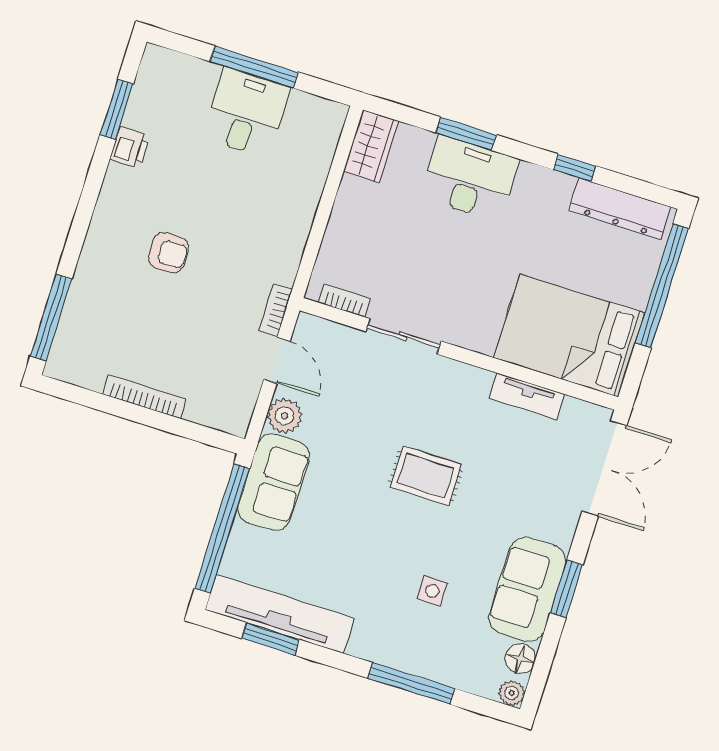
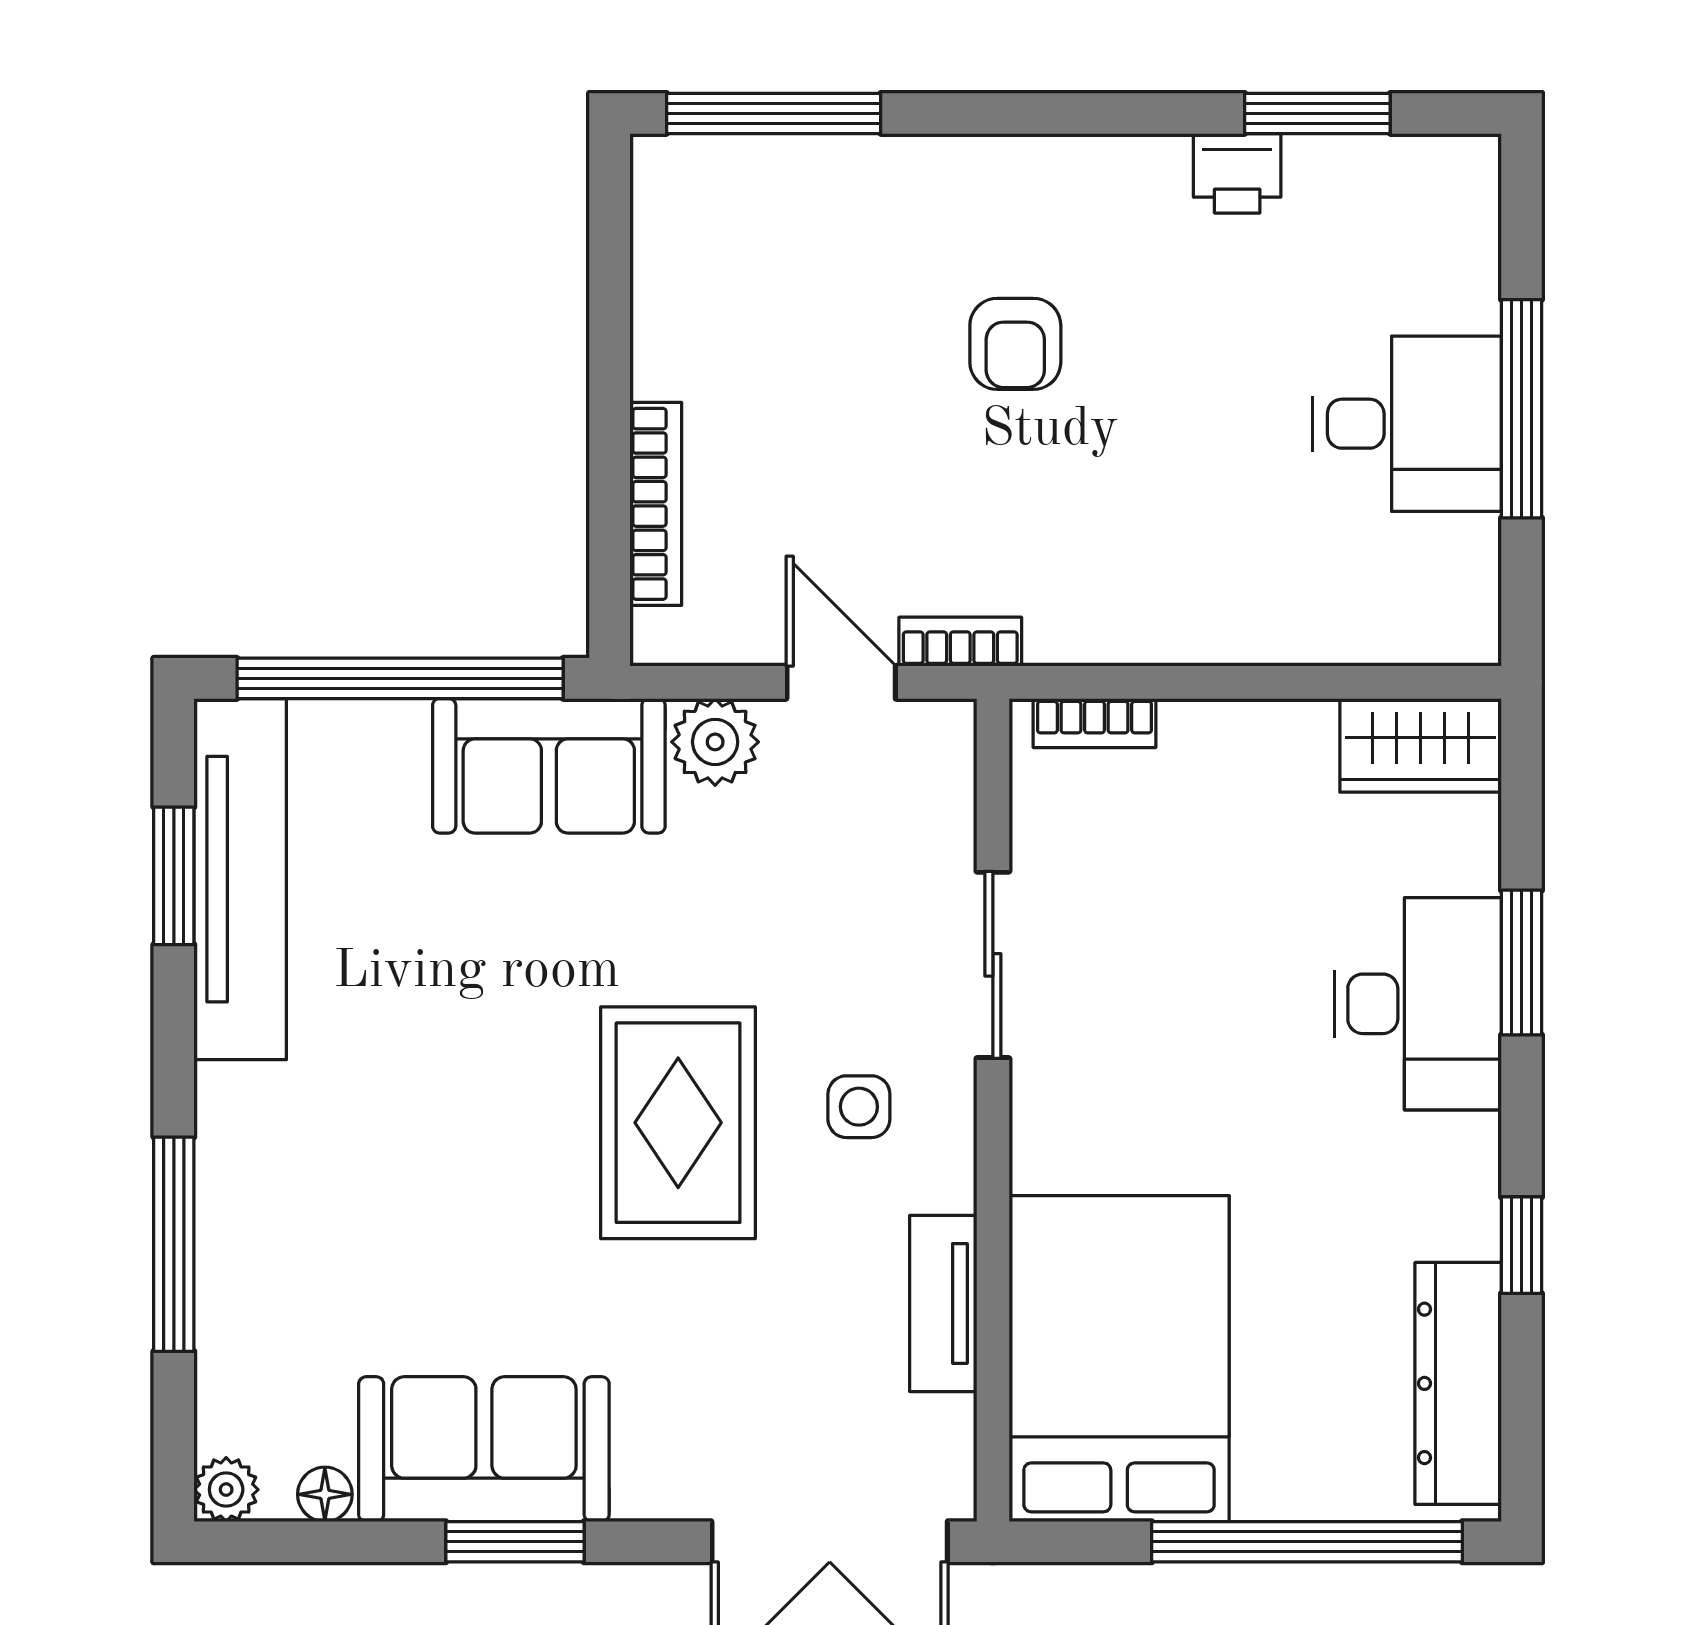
bookcase: (344, 301) -> (1094, 723), moved, turned 90
door: (277, 360) -> (841, 682), swing flipped
bookcase: (144, 397) -> (656, 504), moved
rug: (426, 476) -> (678, 1123), width x1.36, depth x1.43
side table: (432, 591) -> (859, 1107), moved
floor lamp: (520, 658) -> (325, 1494), width x0.73, depth x0.73

